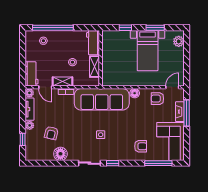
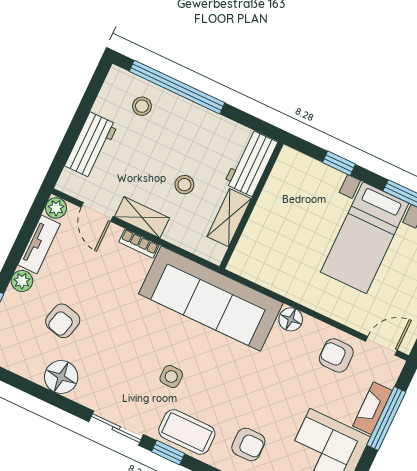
workbench: (32, 74) -> (91, 145), moved
coffee table: (116, 152) -> (187, 432), added

